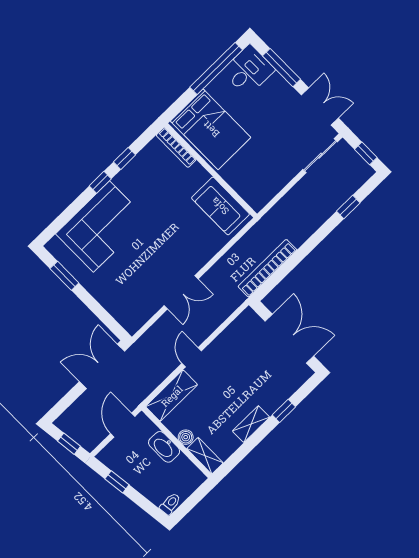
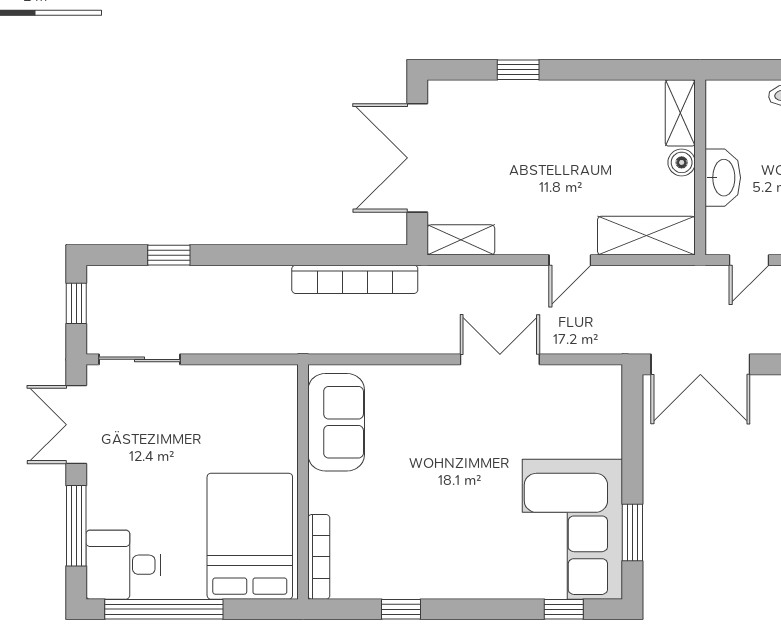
window: (100, 182) -> (564, 609), moved
corner sofa: (101, 227) -> (572, 529), moved, turned -90
shelving: (251, 424) -> (461, 240), moved
door: (123, 425) -> (749, 260), width x0.73

